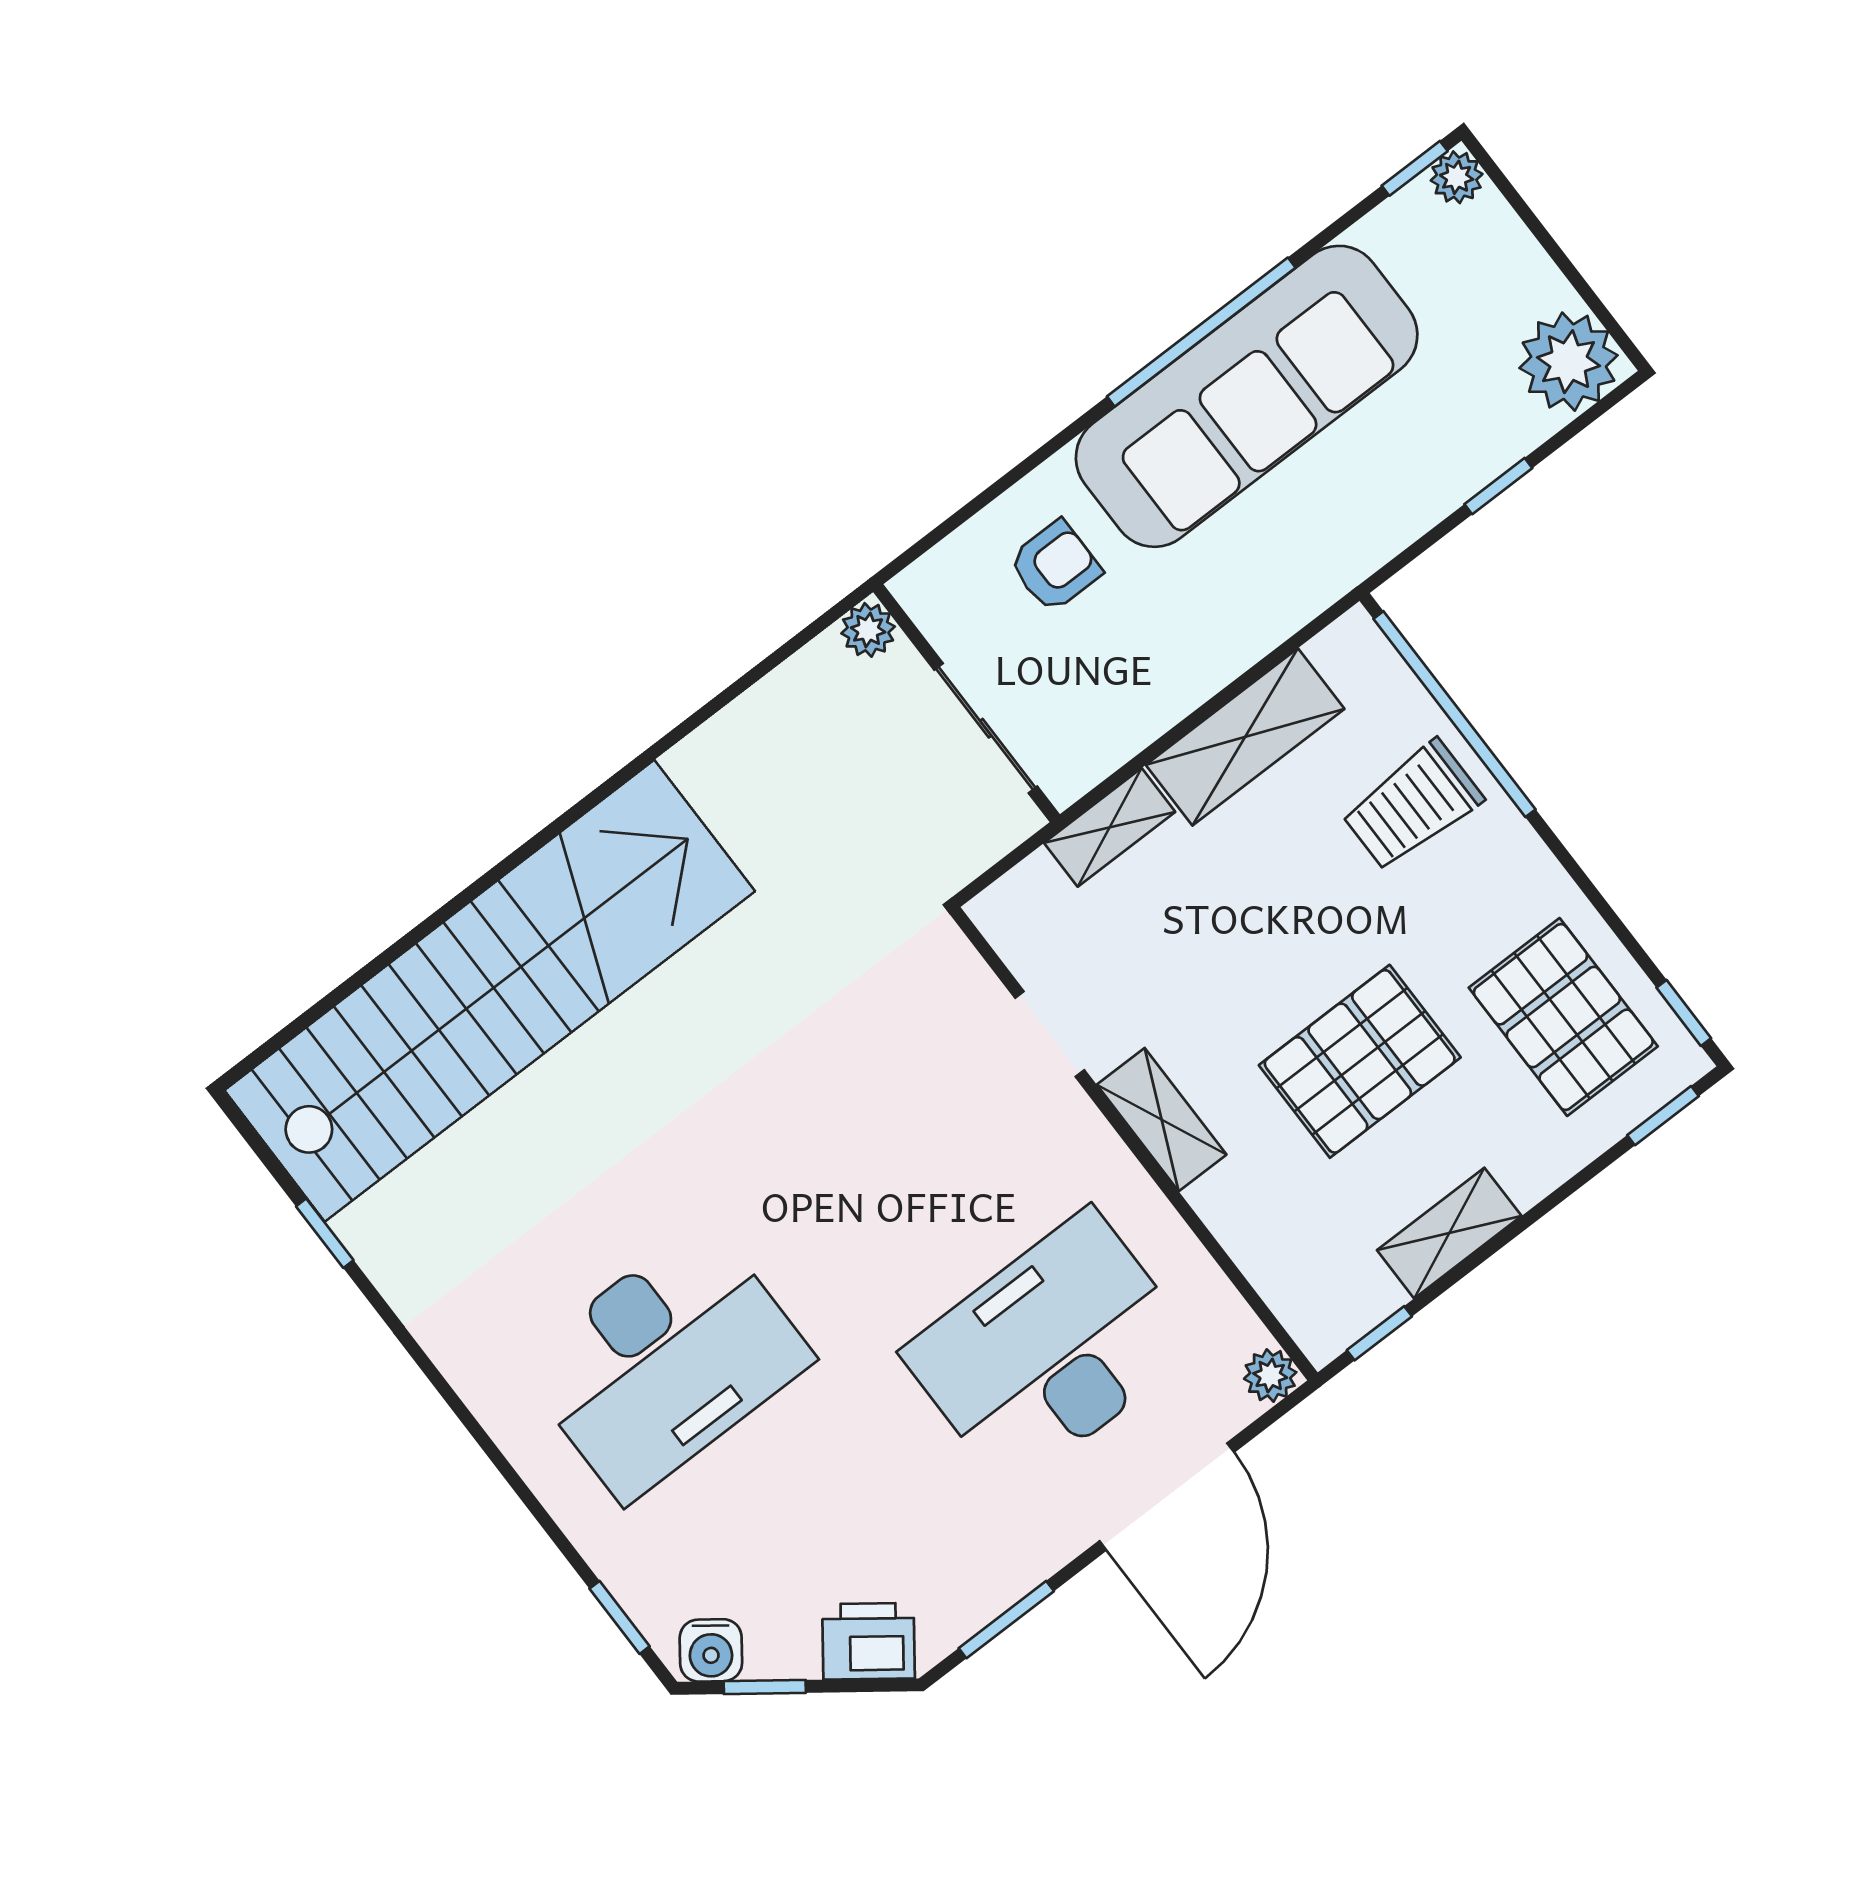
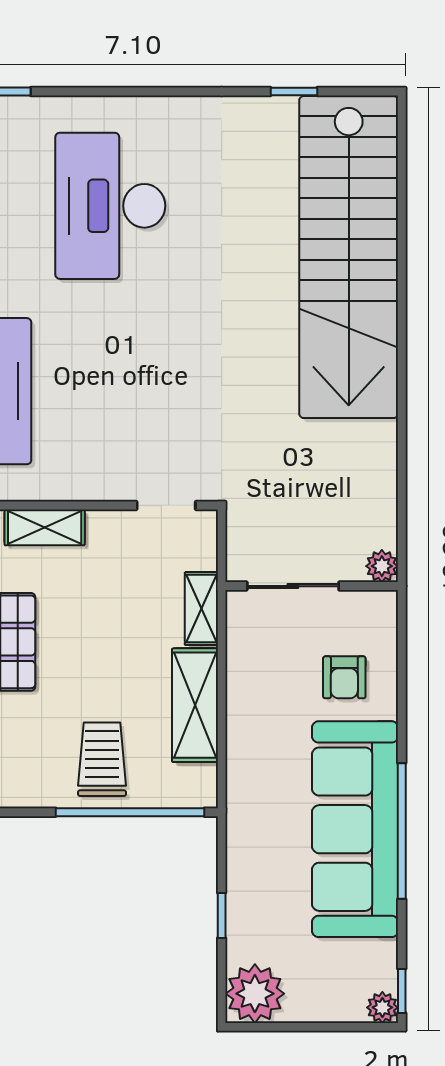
doorway: (1050, 1034) -> (166, 506), moved

